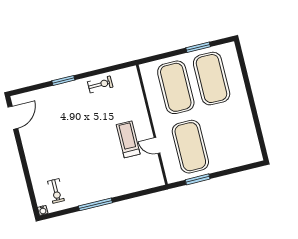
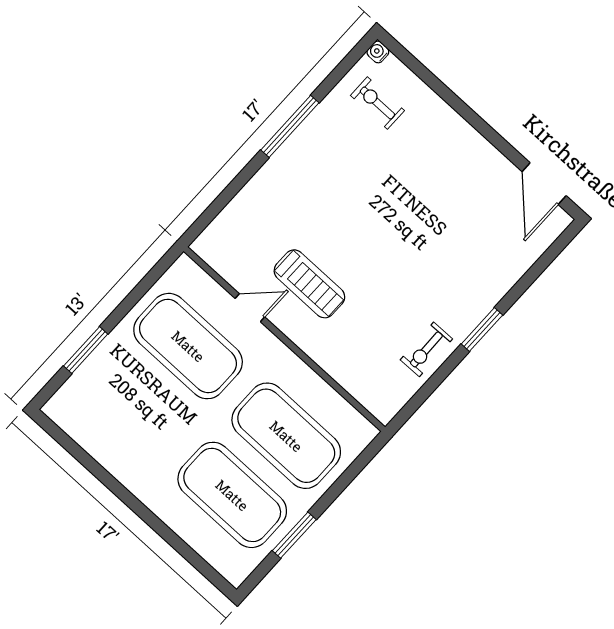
window: (63, 80) -> (482, 330), moved
window: (198, 179) -> (86, 350), moved

